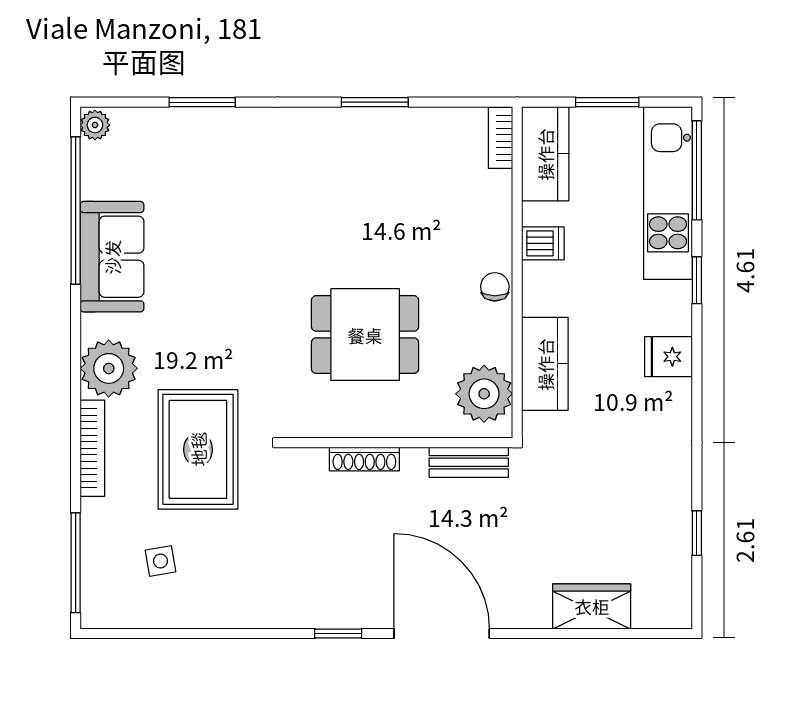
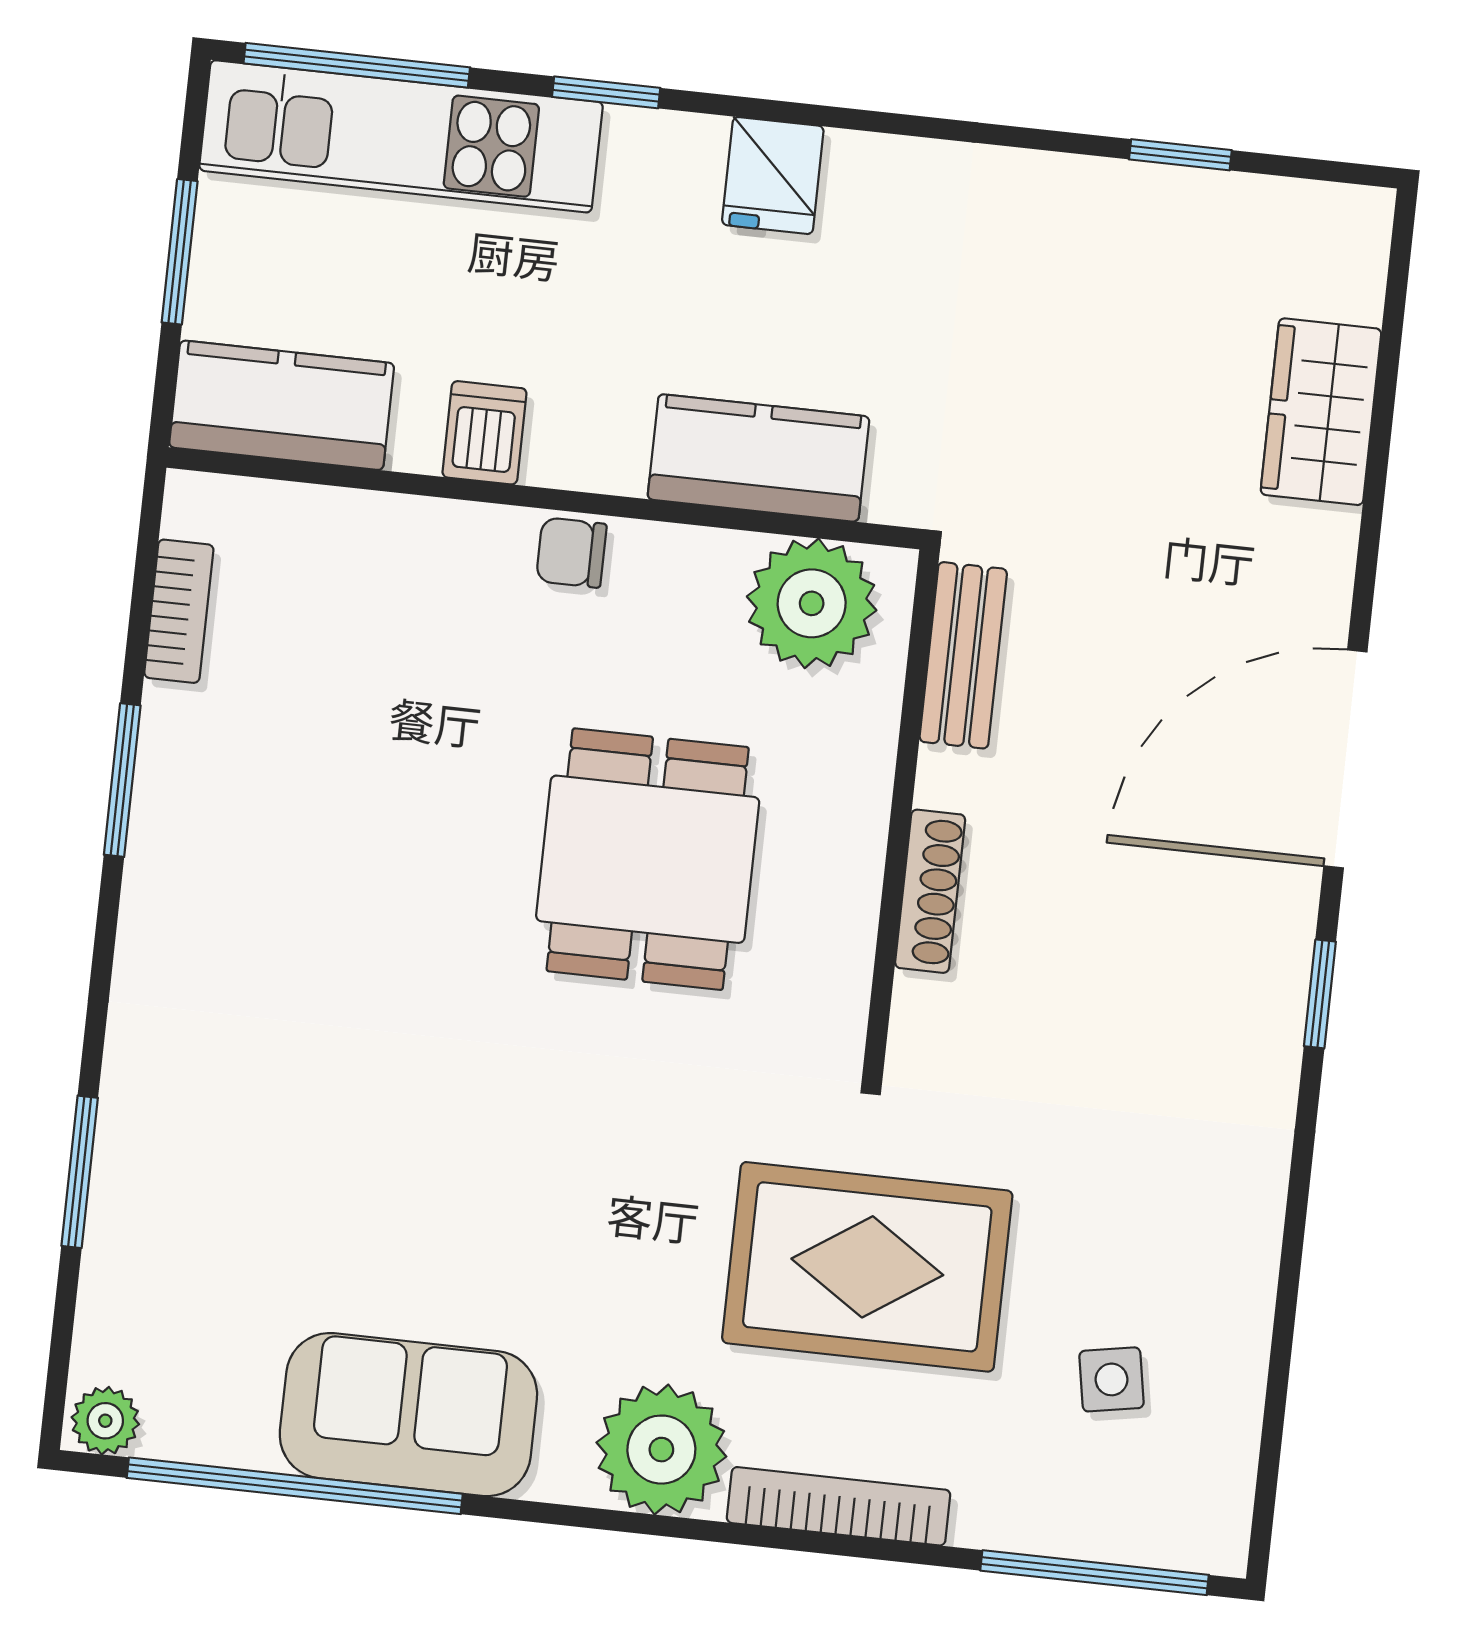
bookcase: (501, 138) -> (179, 611), moved, turned -90

